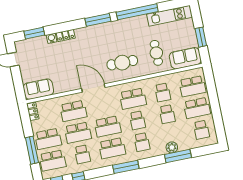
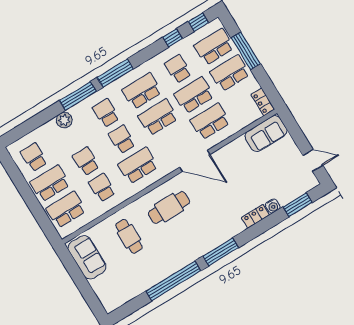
kitchen unit: (169, 16) -> (129, 291), removed
window: (201, 37) -> (78, 278), removed
sofa: (185, 58) -> (87, 257), moved, turned -90
window: (178, 156) -> (78, 96), moved

